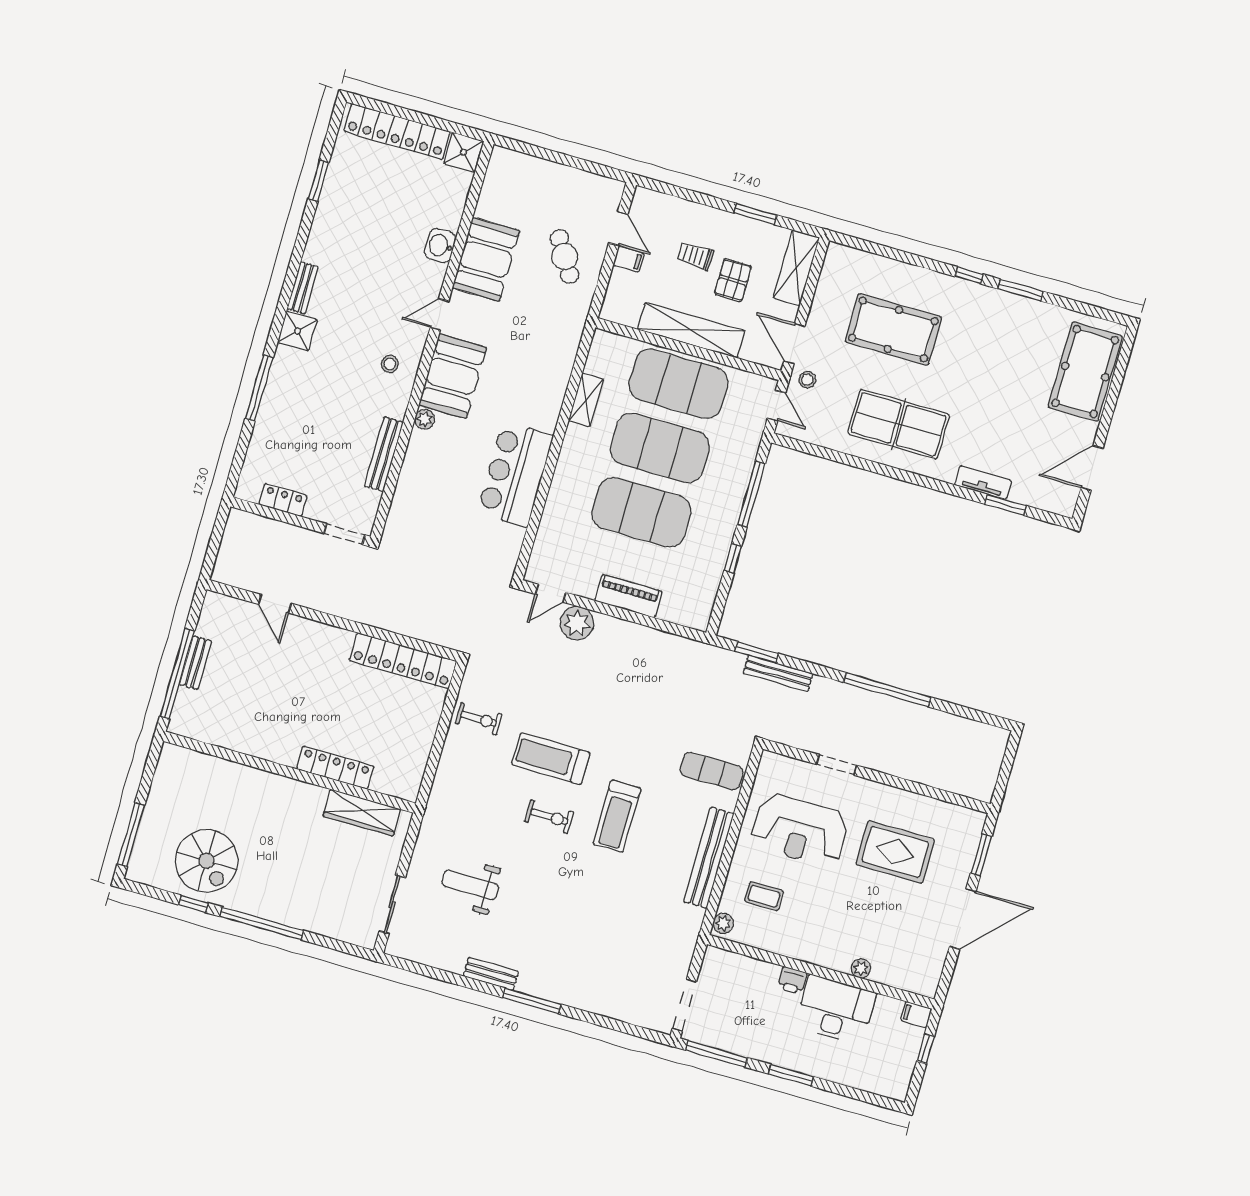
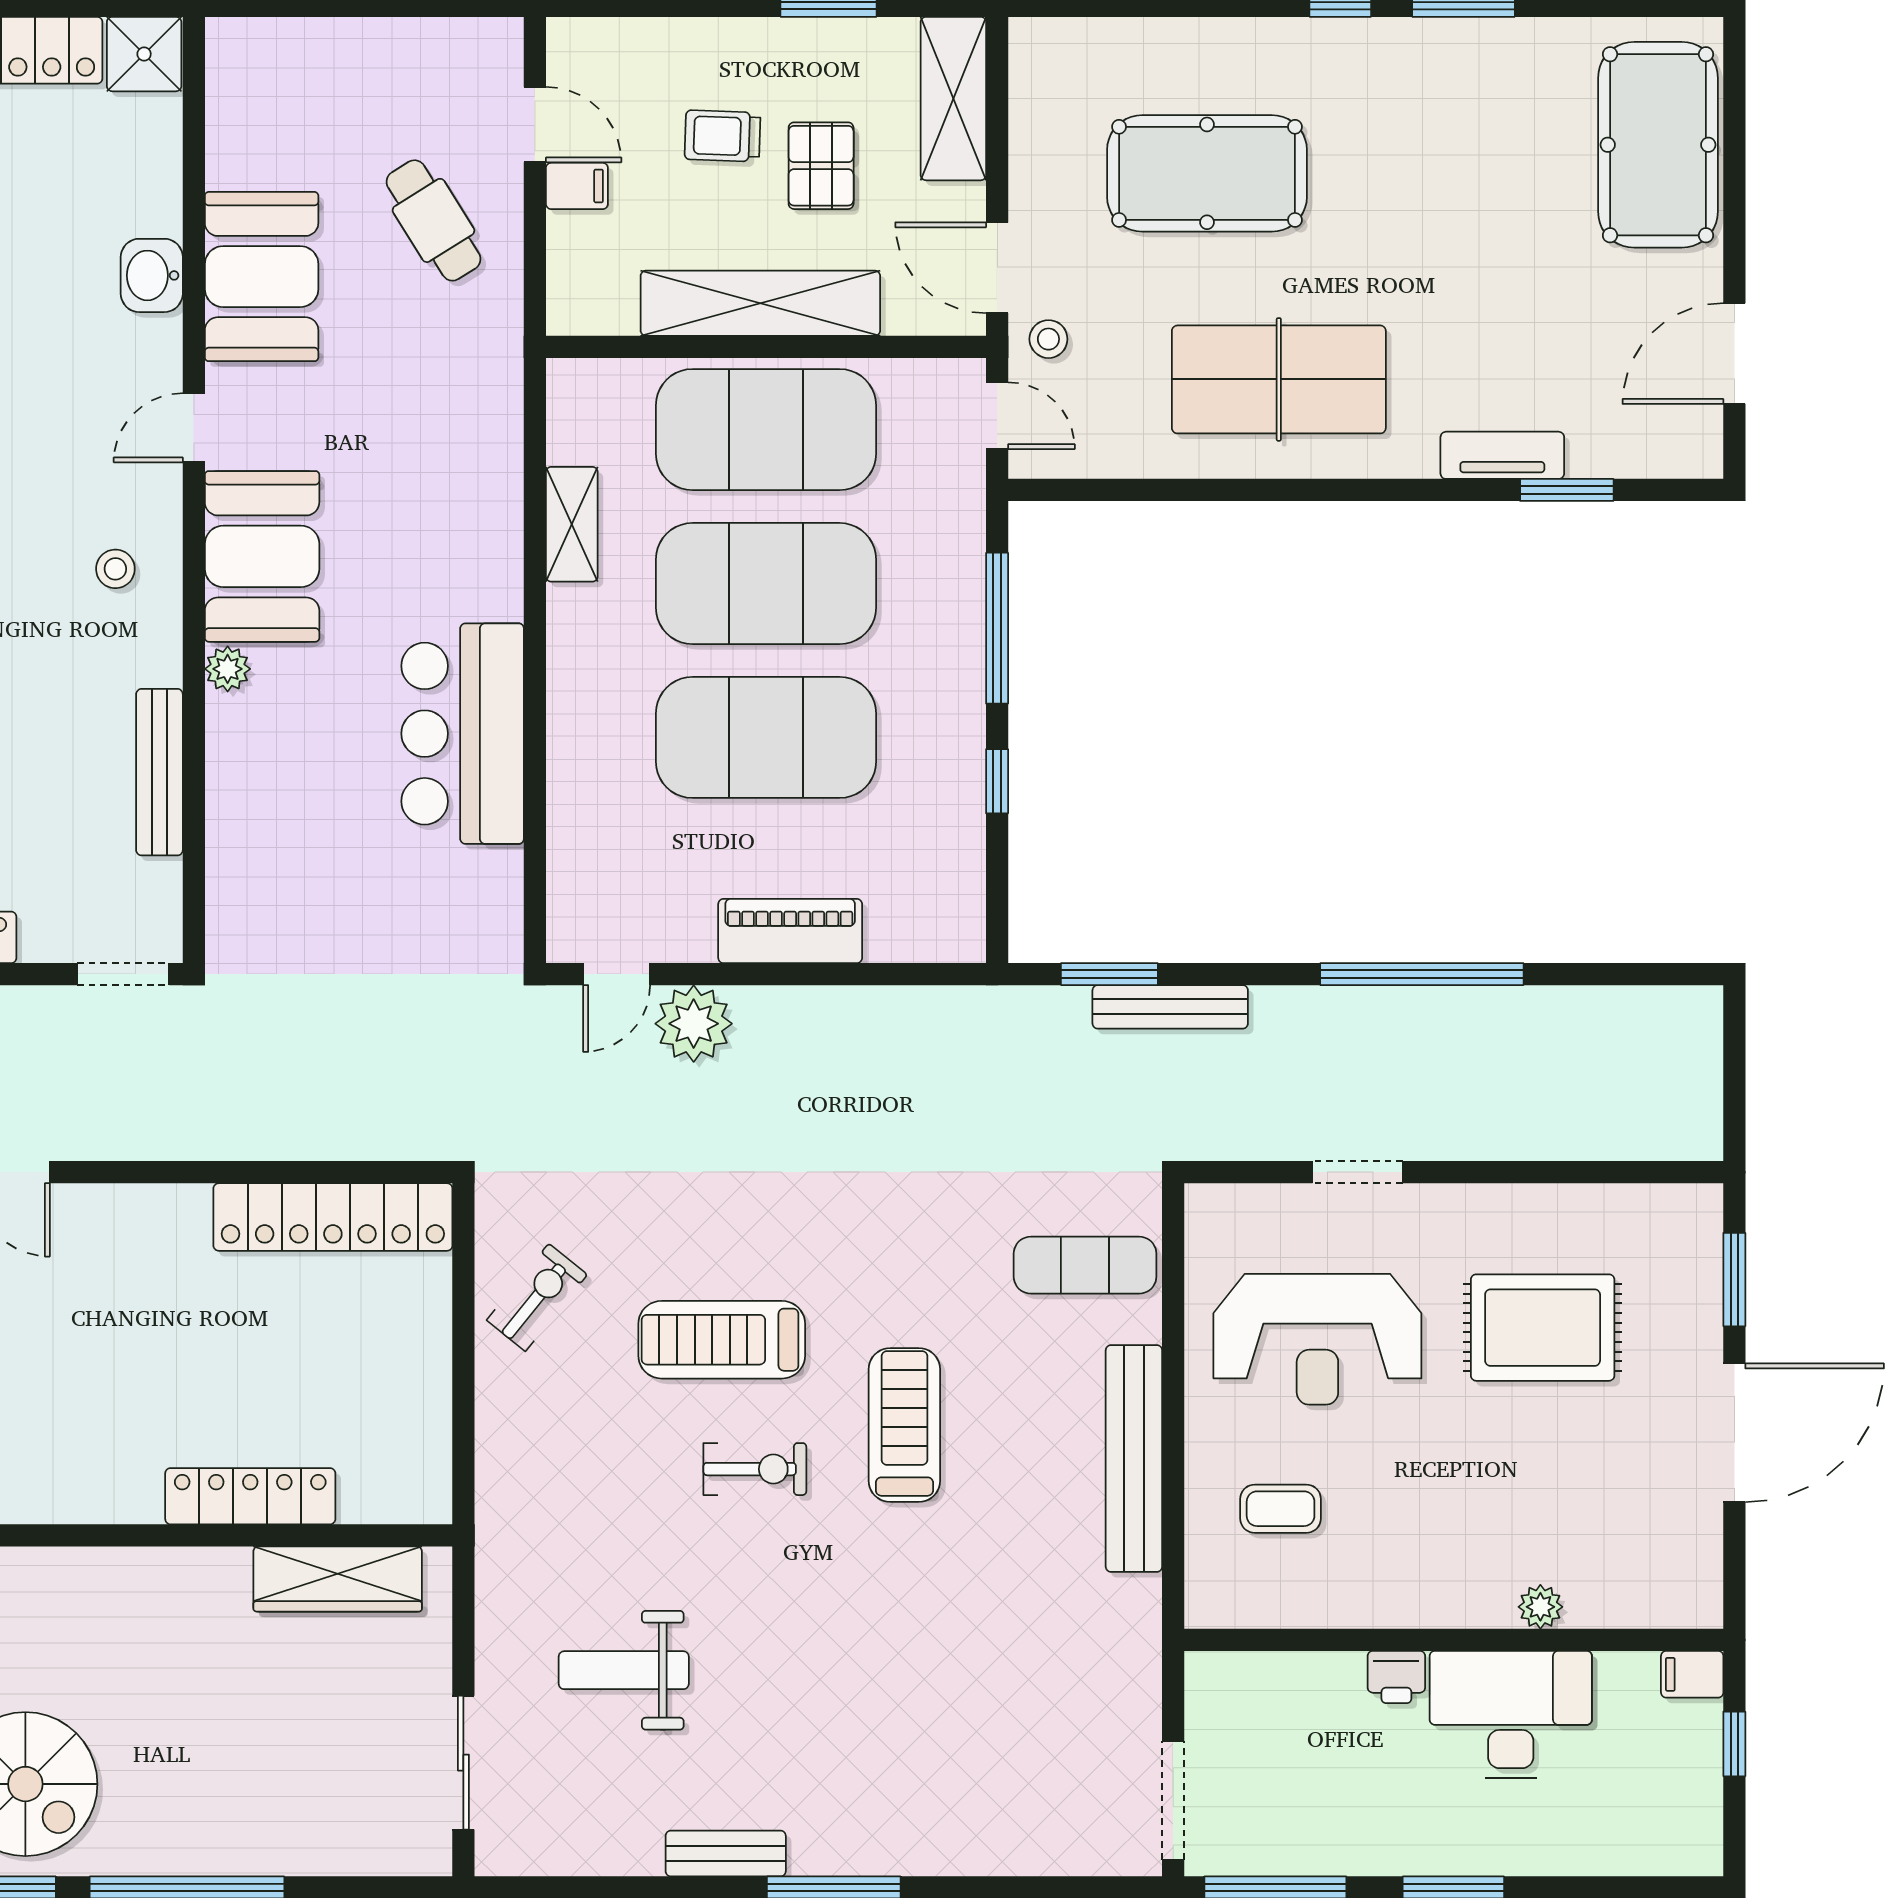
exercise bike: (479, 719) -> (537, 1297), turned -51
treadmill: (617, 816) -> (904, 1425), turned 180
plant: (723, 923) -> (1207, 1594), removed

